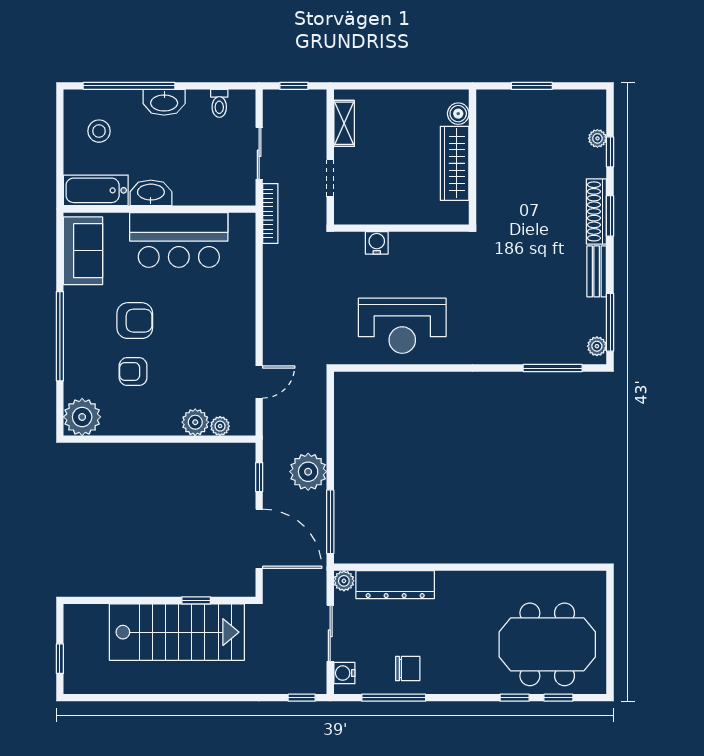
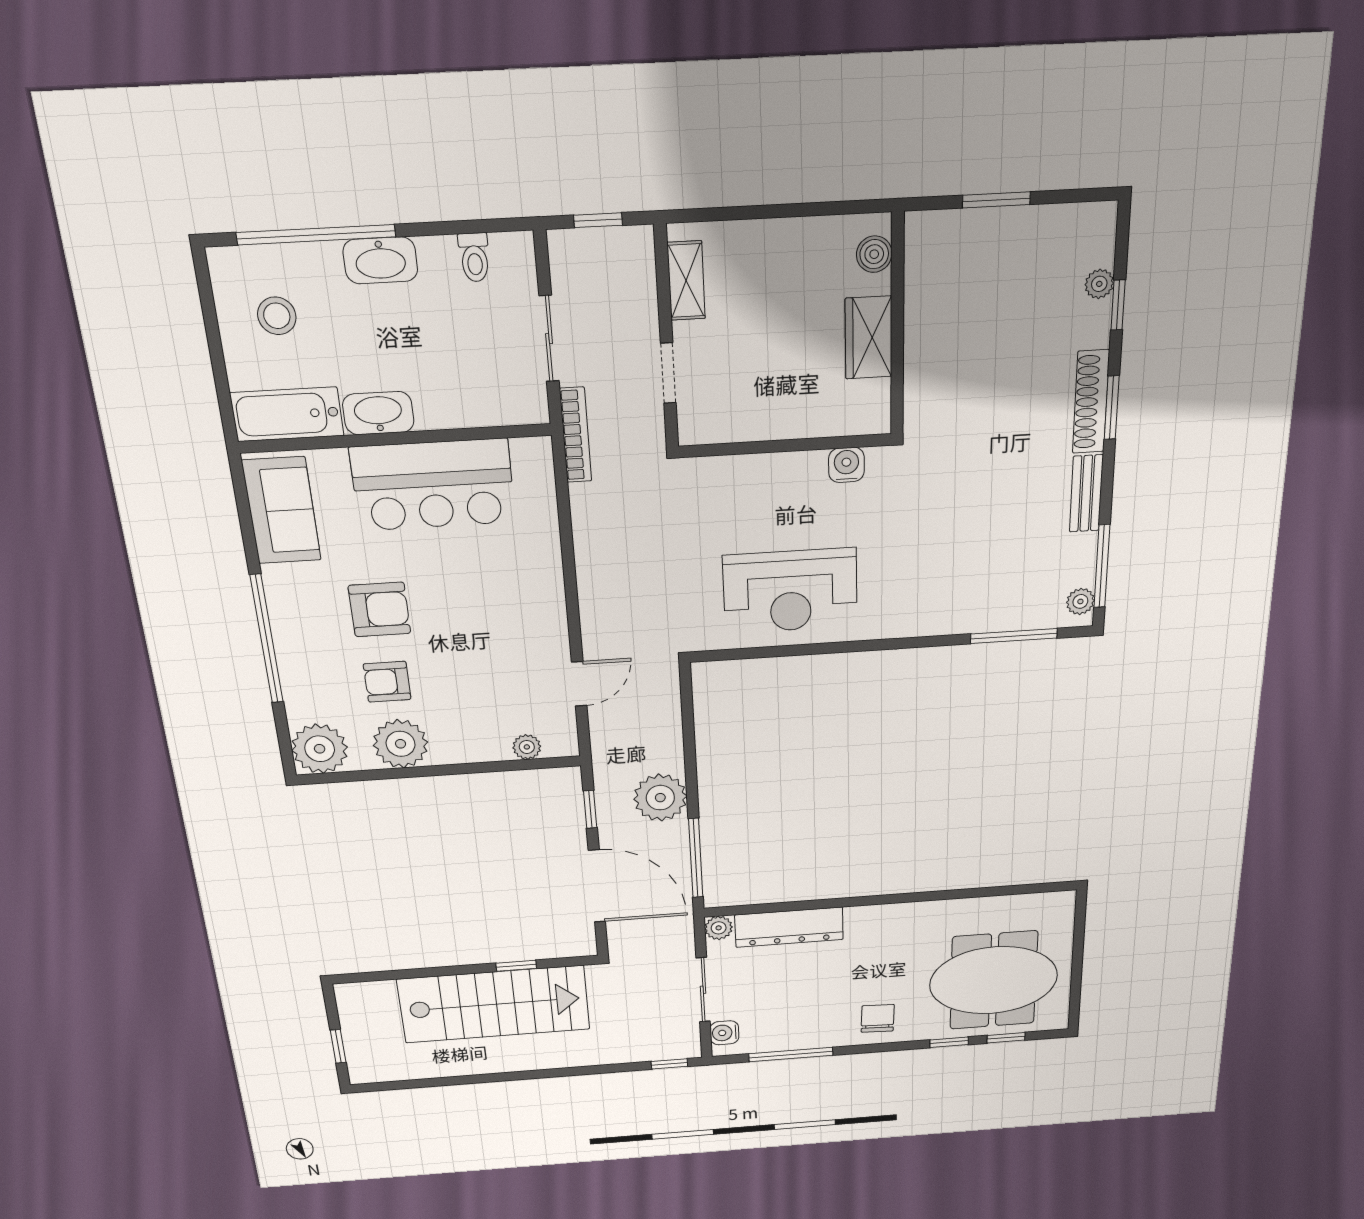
wardrobe: (455, 163) -> (869, 338), width x0.67
water cooler: (377, 243) -> (846, 465), moved
plant: (195, 422) -> (401, 744), moved, width x1.36, depth x1.36
chair: (408, 669) -> (878, 1018), moved, turned -88

